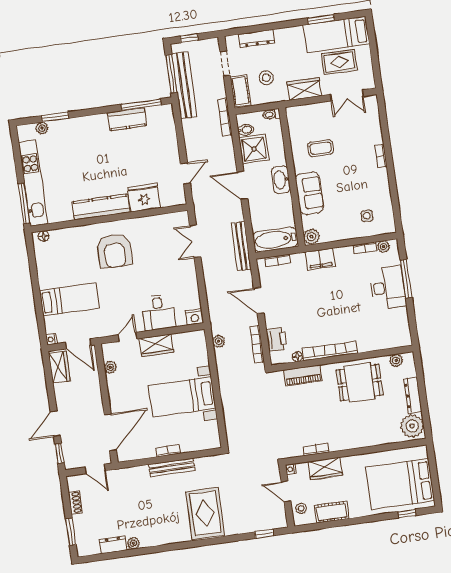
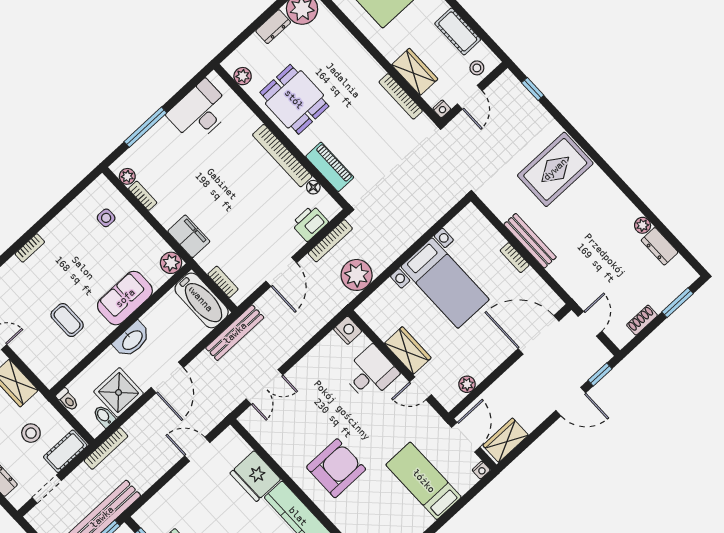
desk: (388, 288) -> (200, 112), moved
plant: (219, 341) -> (357, 275), width x1.87, depth x1.87
dresser: (413, 395) -> (273, 27), width x0.70
bookcase: (316, 449) -> (401, 96), width x1.56

